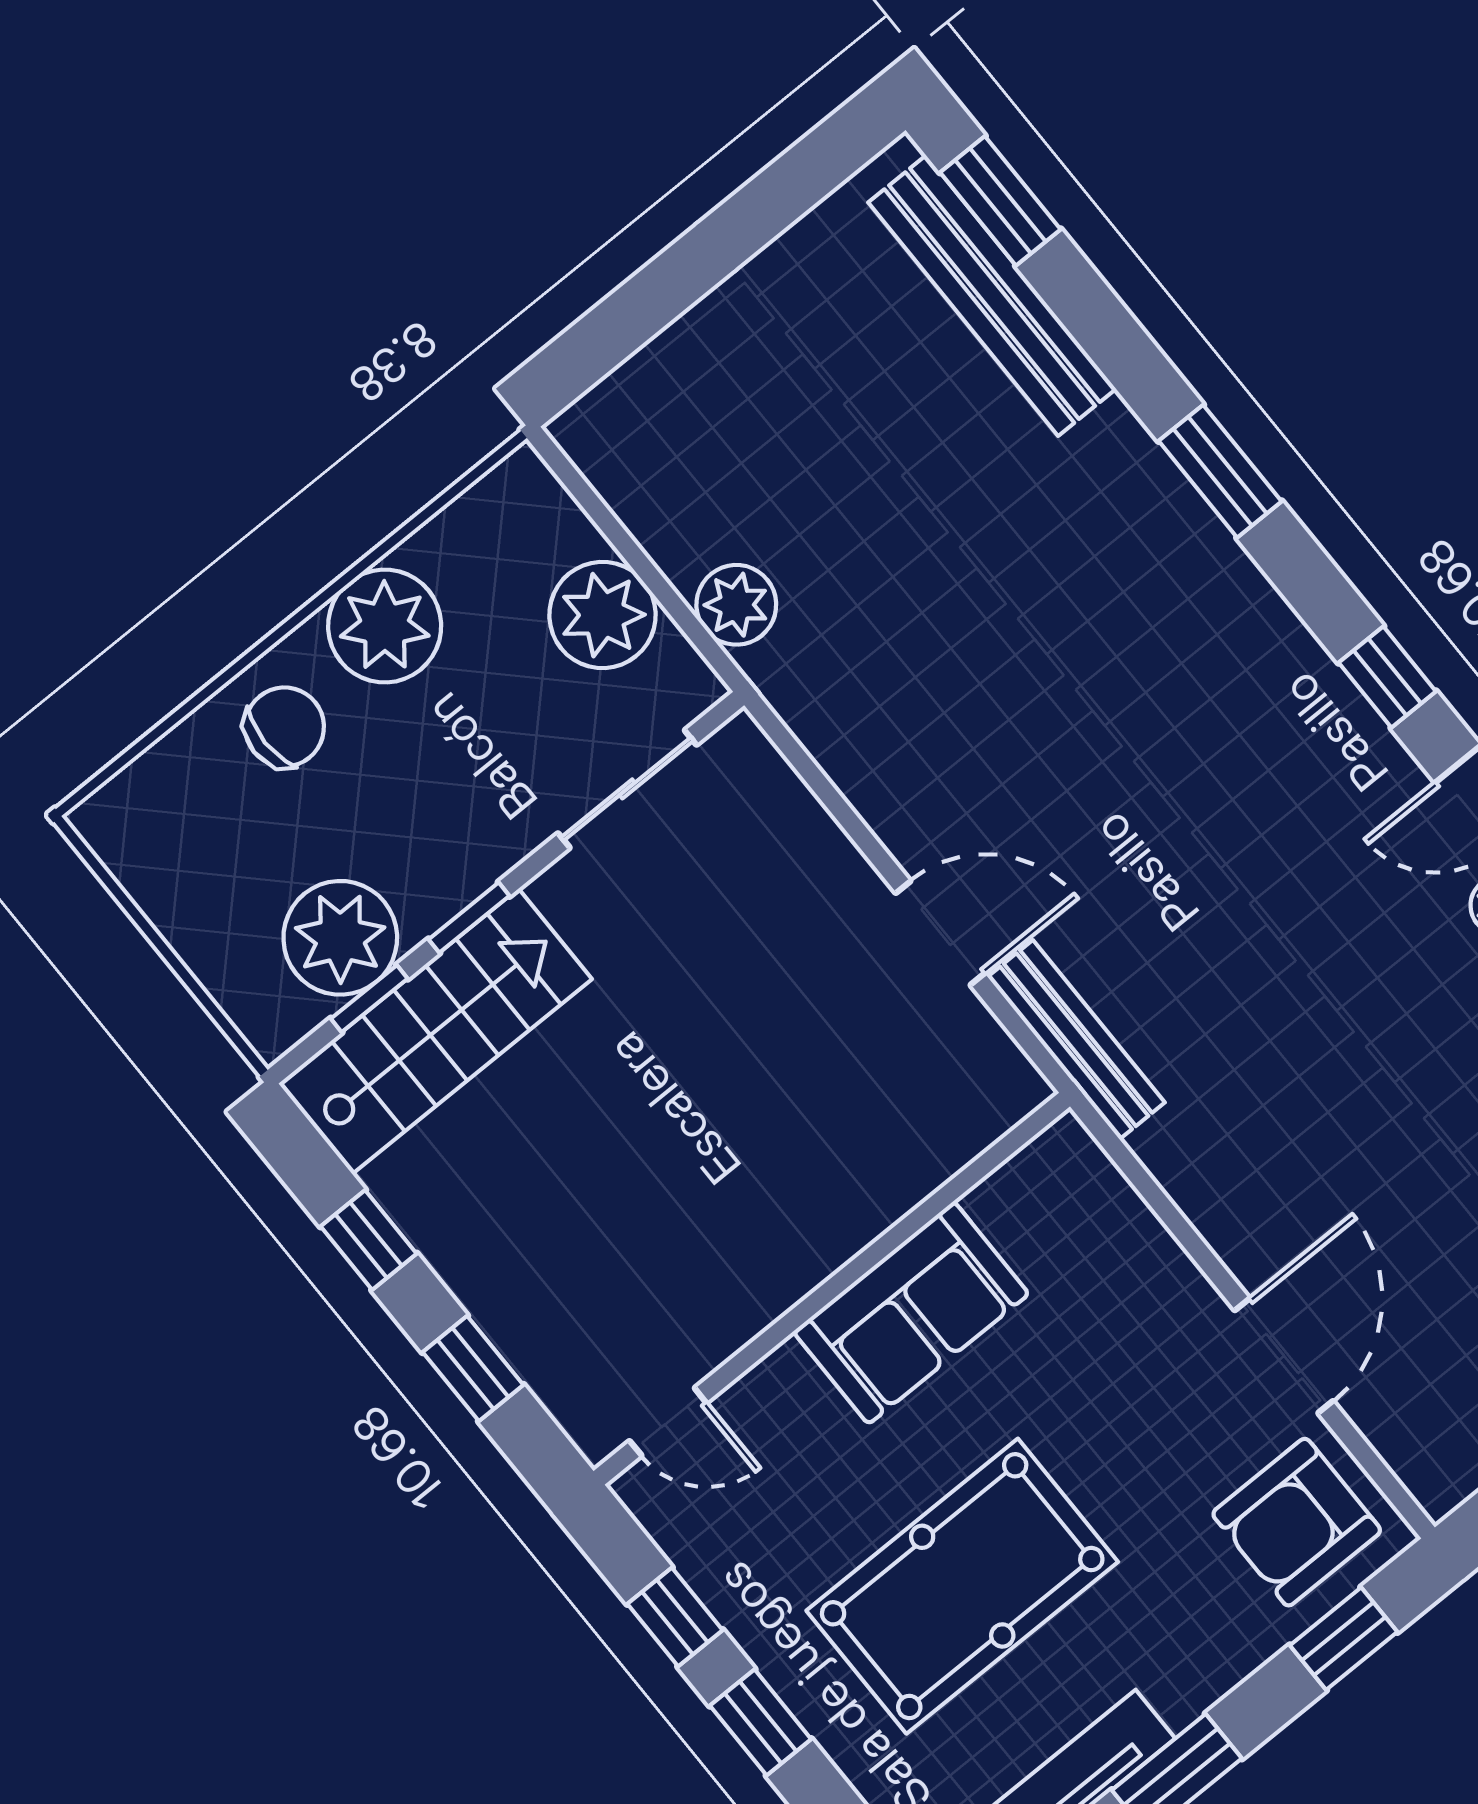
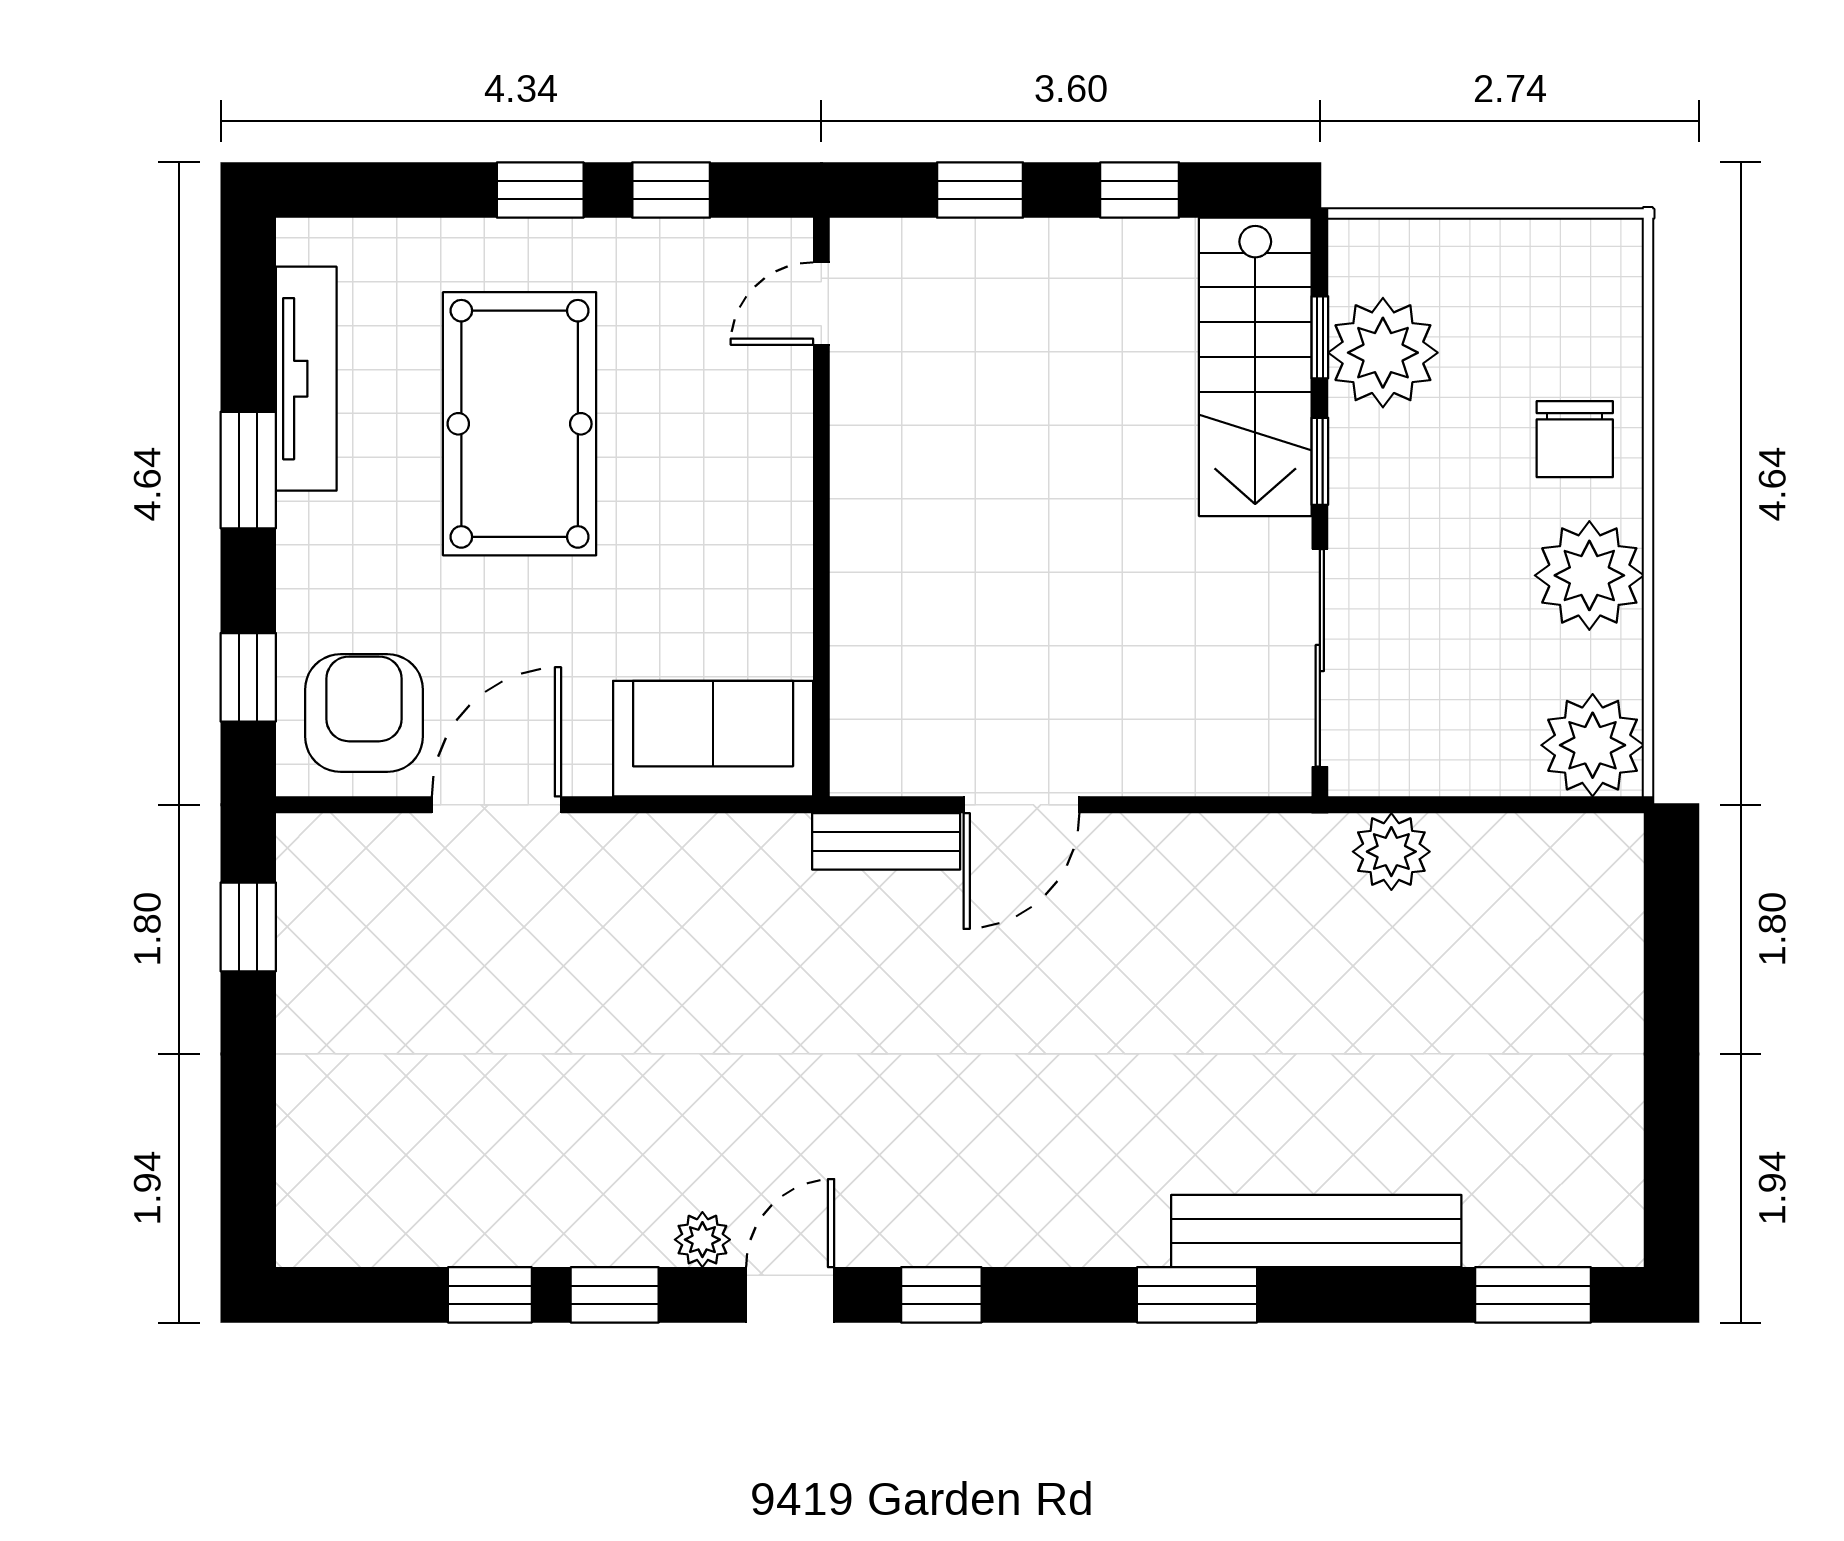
bench: (992, 296) -> (1316, 1231), moved
plant: (602, 615) -> (1593, 745), moved
sliding door: (627, 789) -> (1320, 658), width x1.37
bench: (1076, 1040) -> (886, 841), width x0.73
sofa: (911, 1313) -> (713, 739), moved, turned 90
door: (1284, 1356) -> (496, 805), swing flipped

